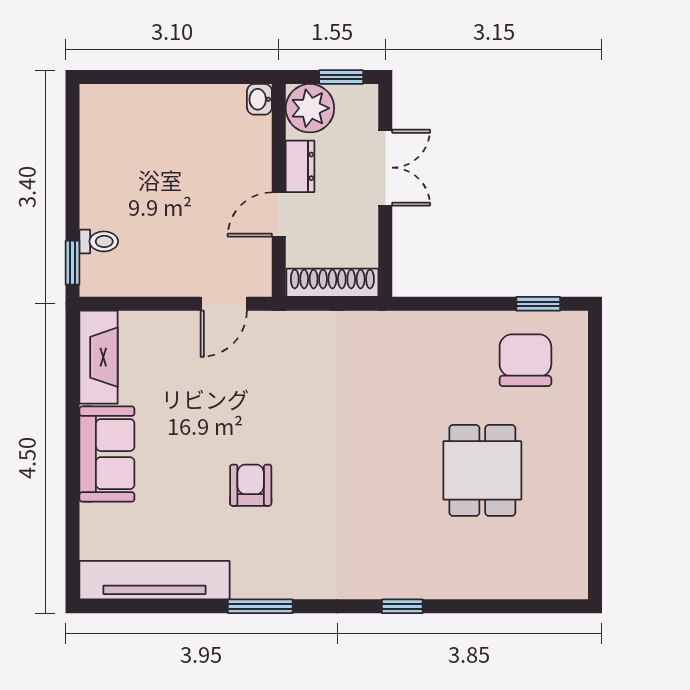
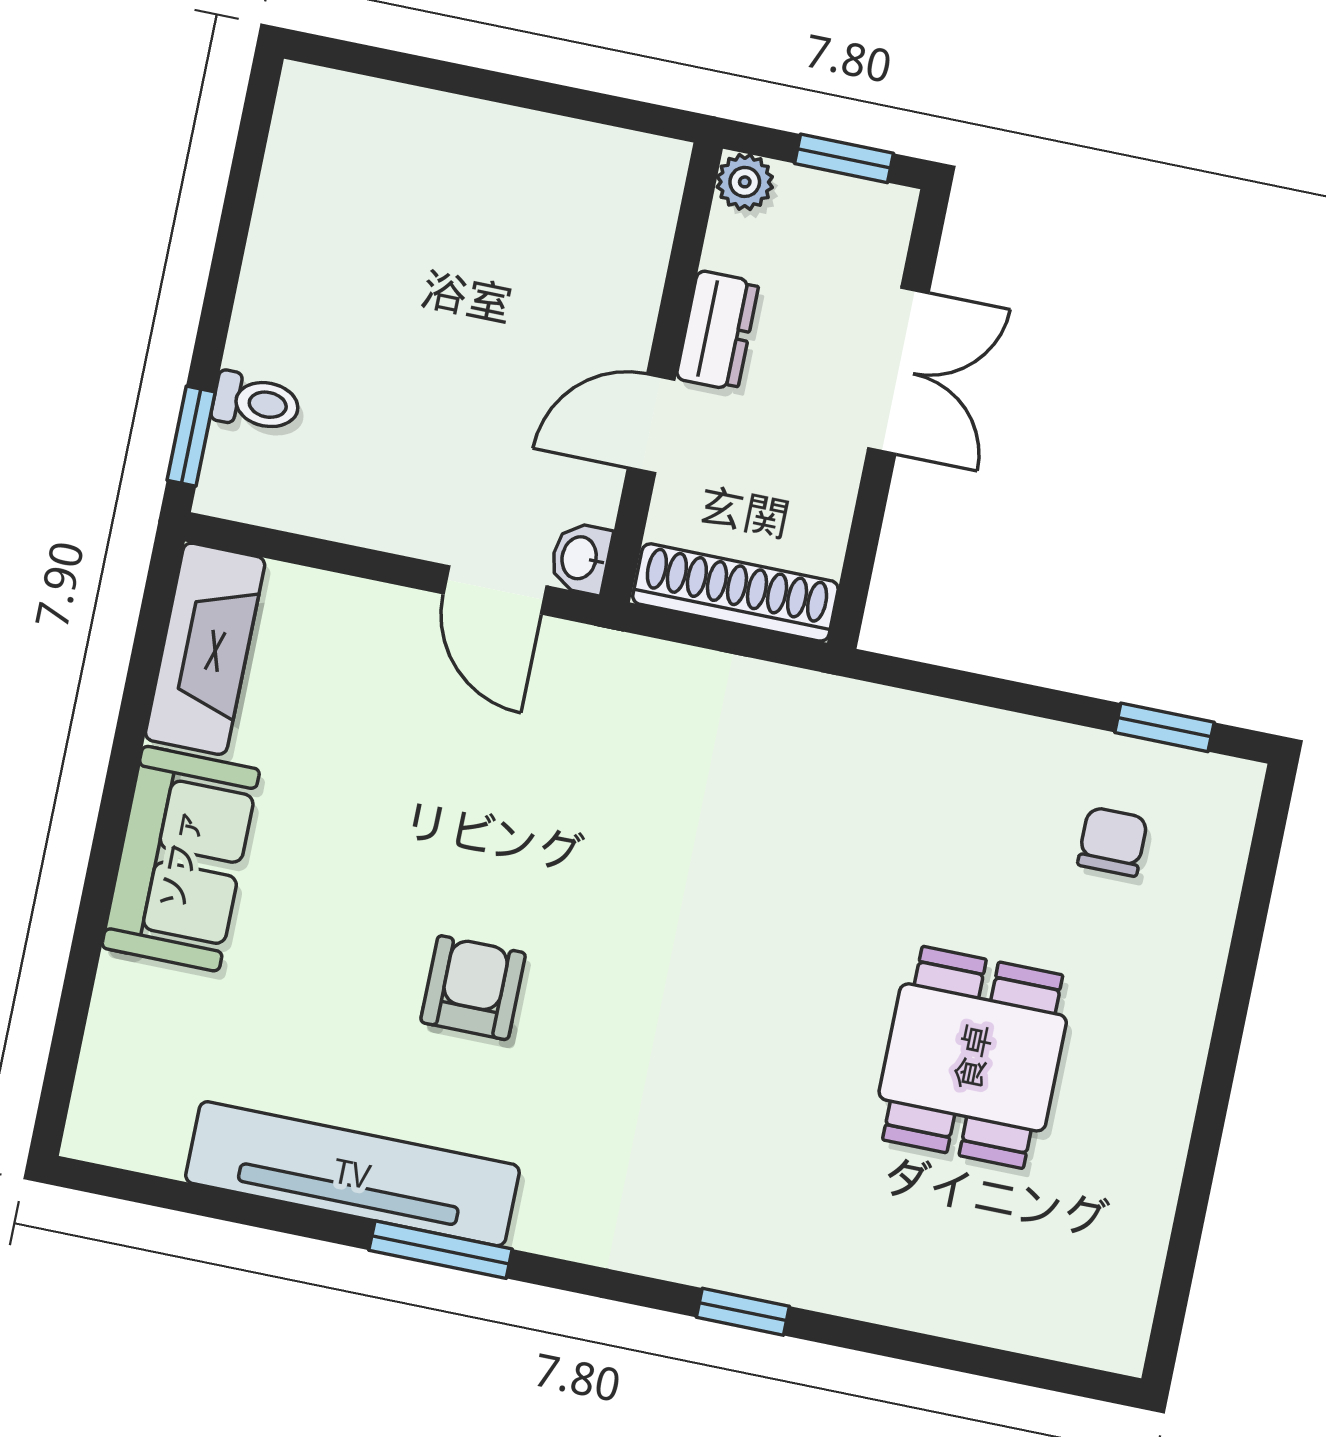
washbasin: (259, 99) -> (581, 558), moved
plant: (310, 108) -> (745, 182), width x0.53, depth x0.53
door: (224, 304) -> (495, 590), hinge flipped
chair: (525, 360) -> (1113, 842), width x0.54, depth x0.54
tv unit: (154, 580) -> (352, 1174), moved

